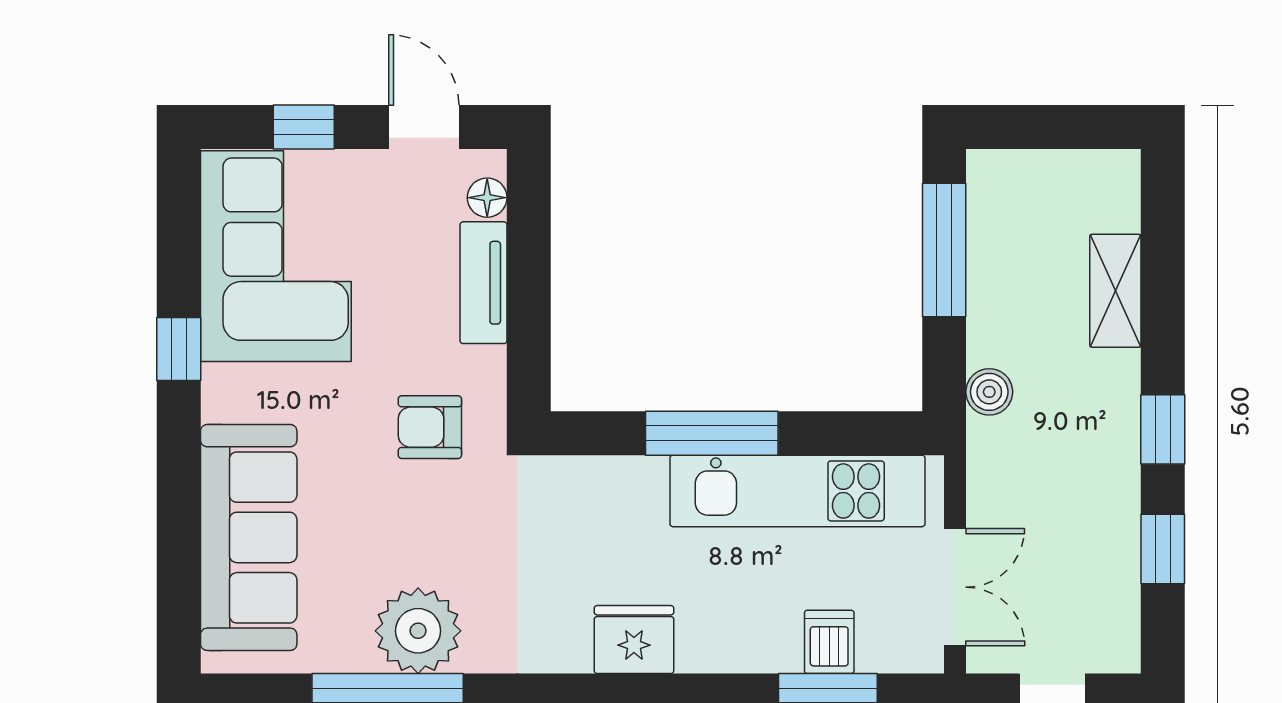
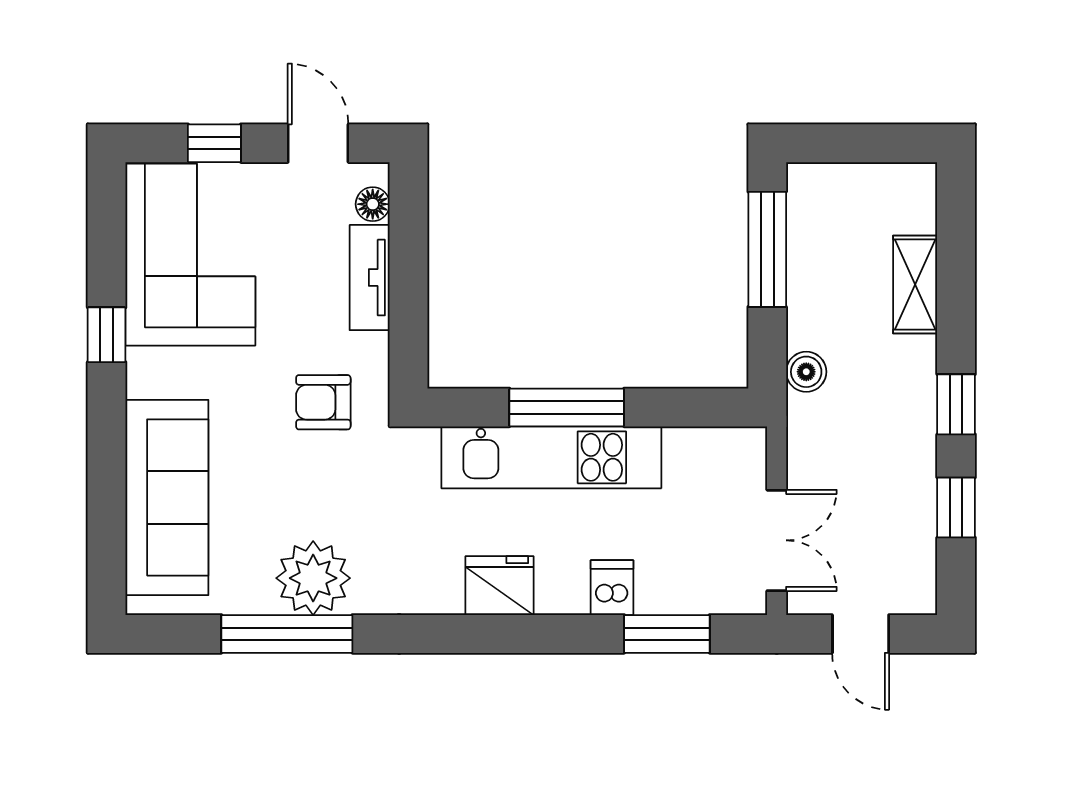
kitchen unit: (797, 491) -> (551, 457), moved
dishwasher: (829, 642) -> (612, 588), moved

